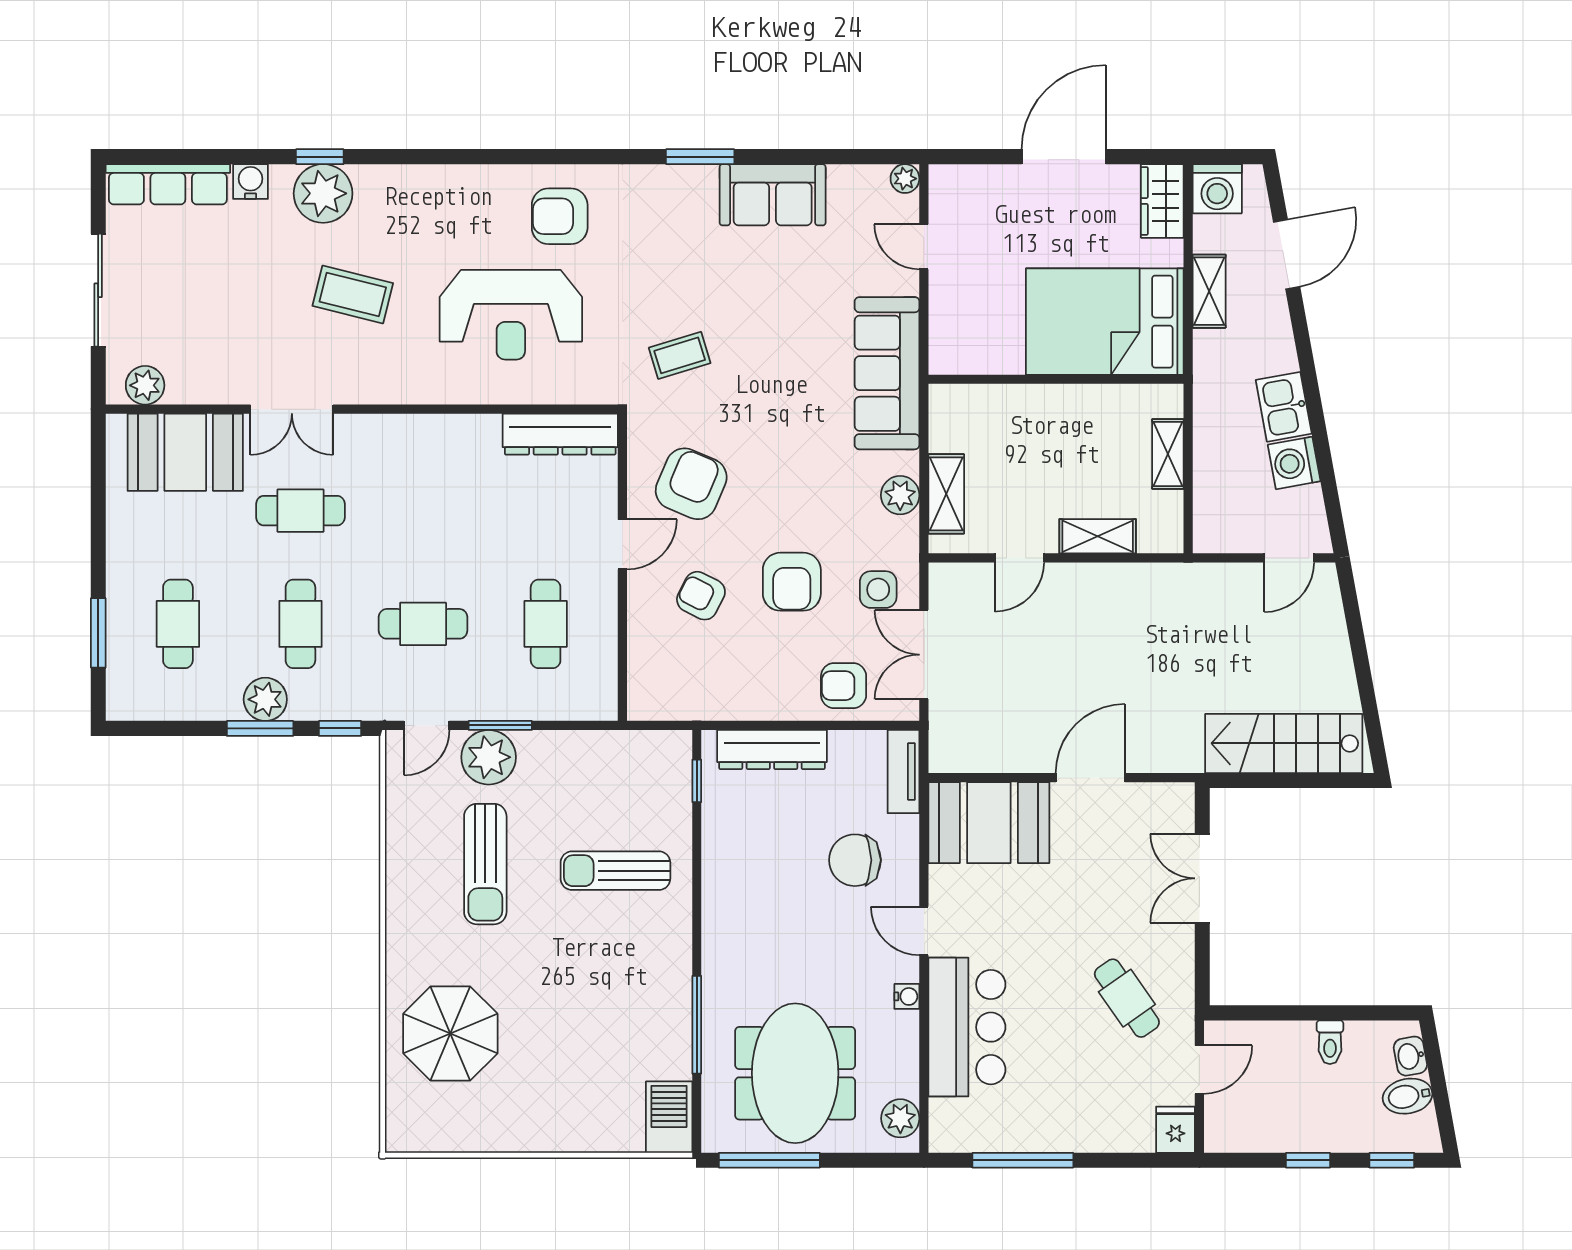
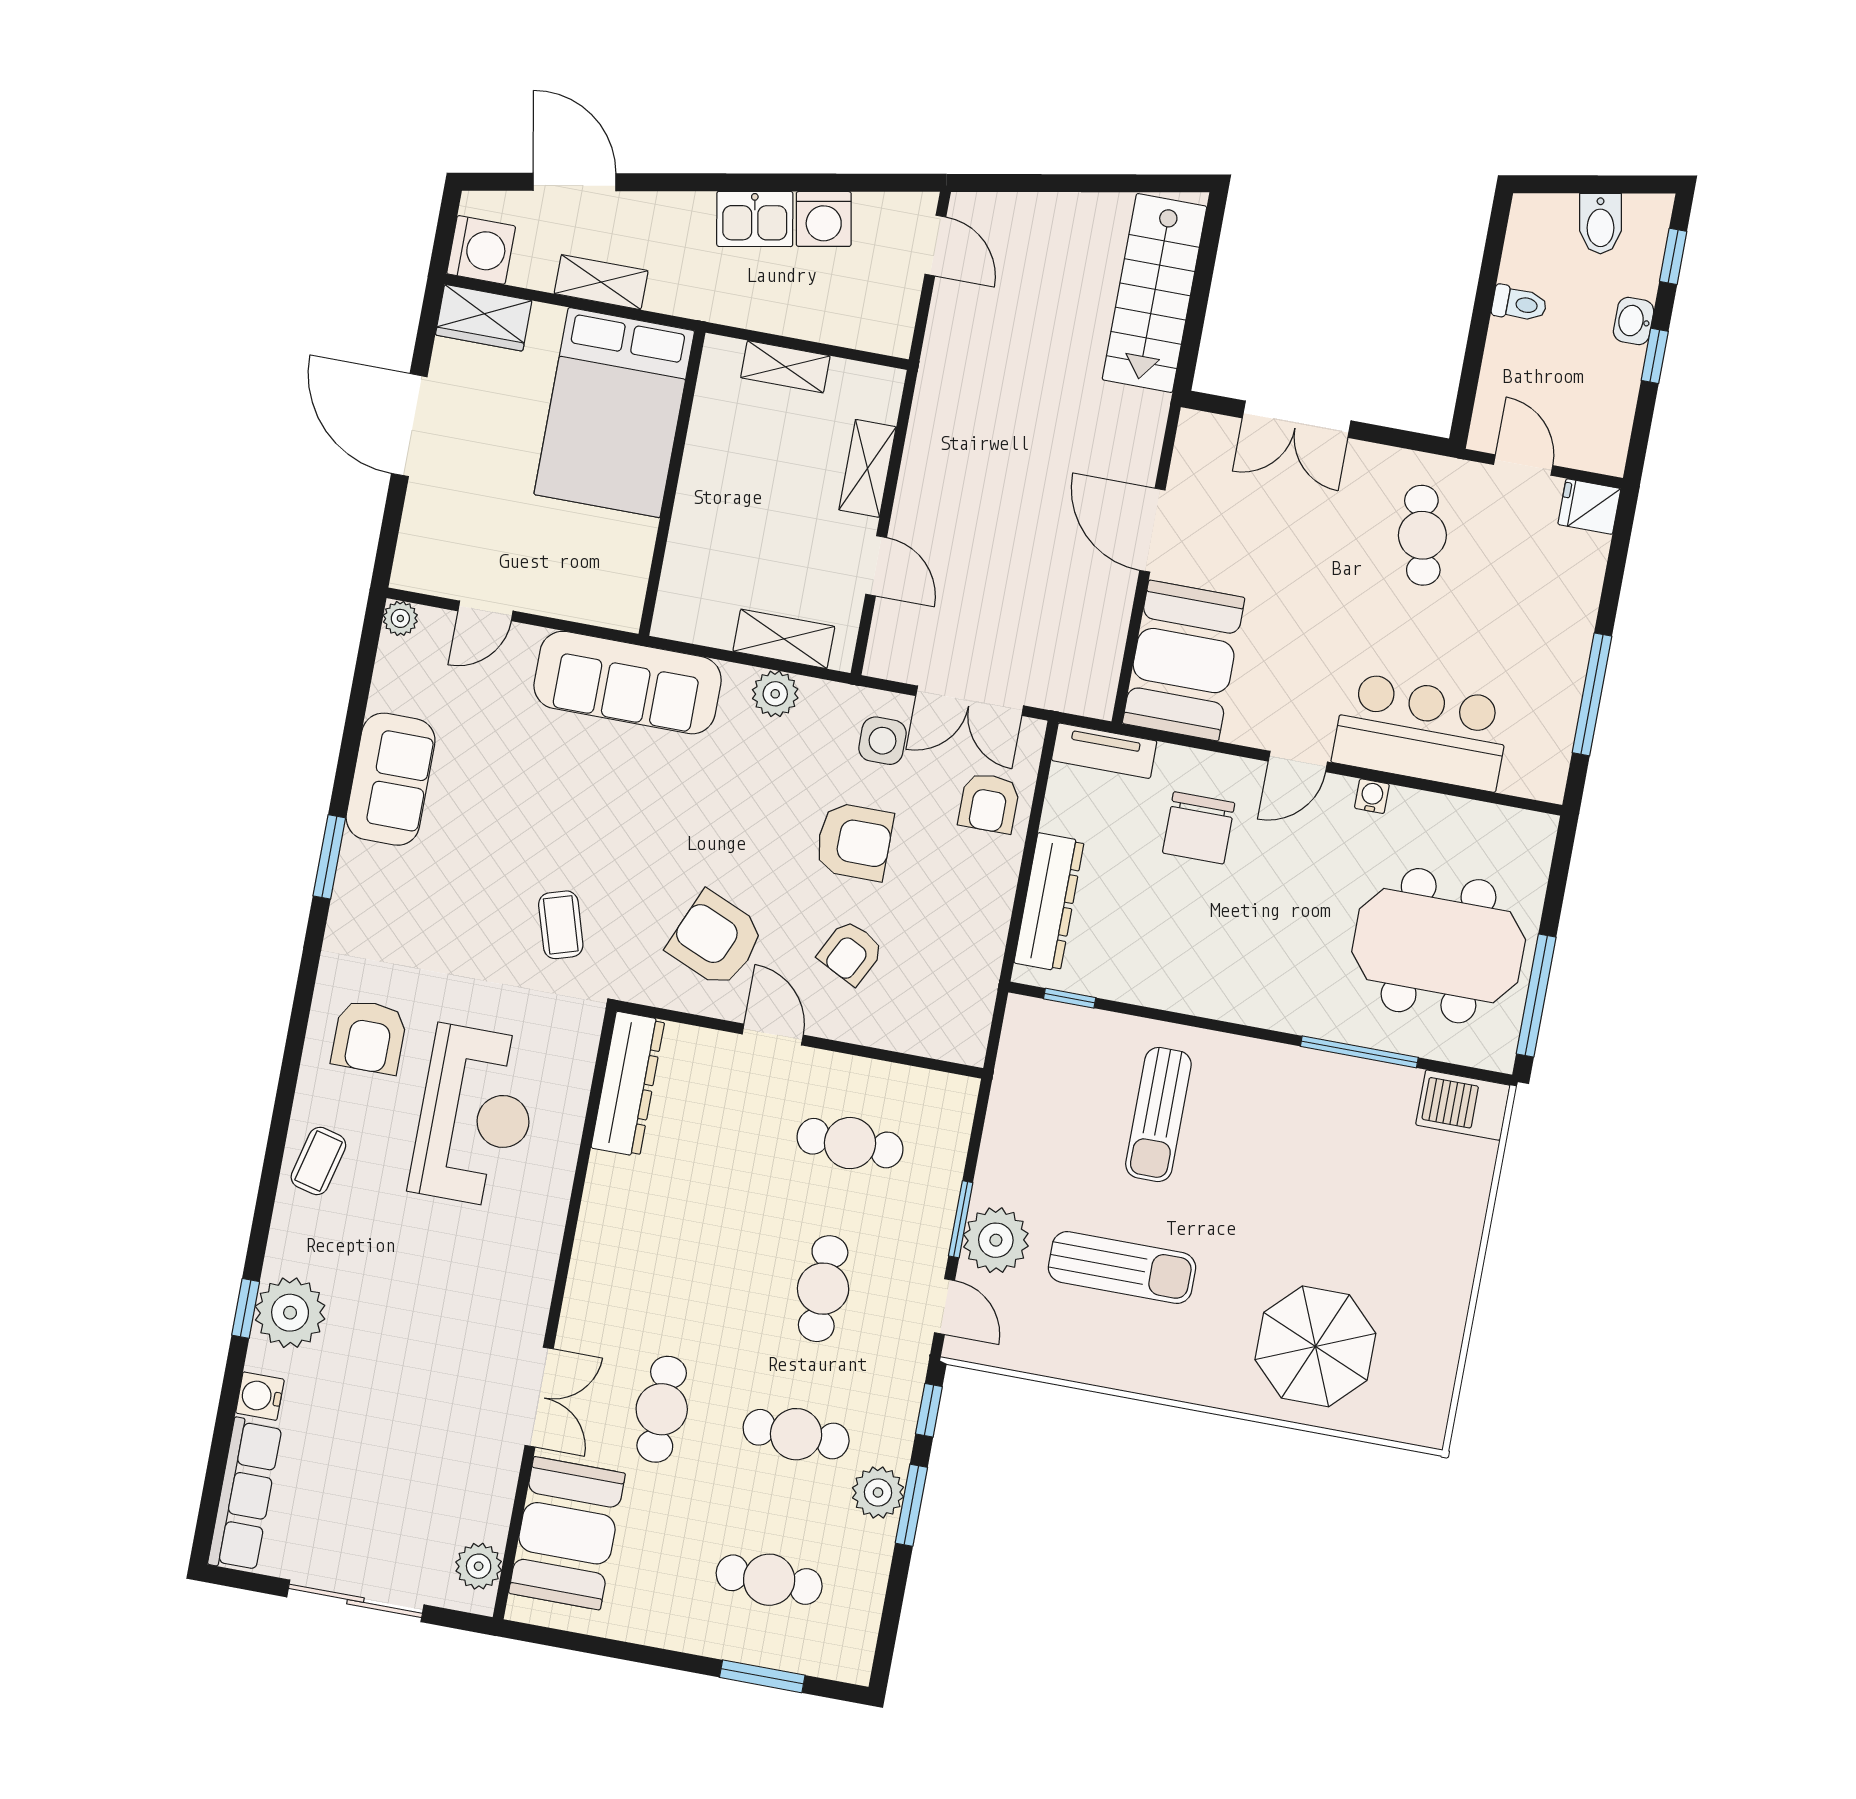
coffee table: (353, 295) -> (318, 1161), moved, width x0.73, depth x0.77
cafe table: (1127, 998) -> (1422, 535), turned -67
washbasin: (1410, 1056) -> (1634, 321), moved, turned 100
plant: (900, 1118) -> (1515, 831), removed

